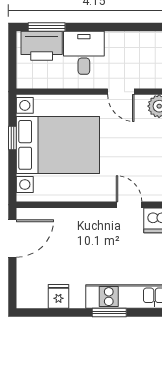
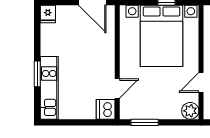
fridge: (58, 296) -> (48, 14), moved, turned 90

